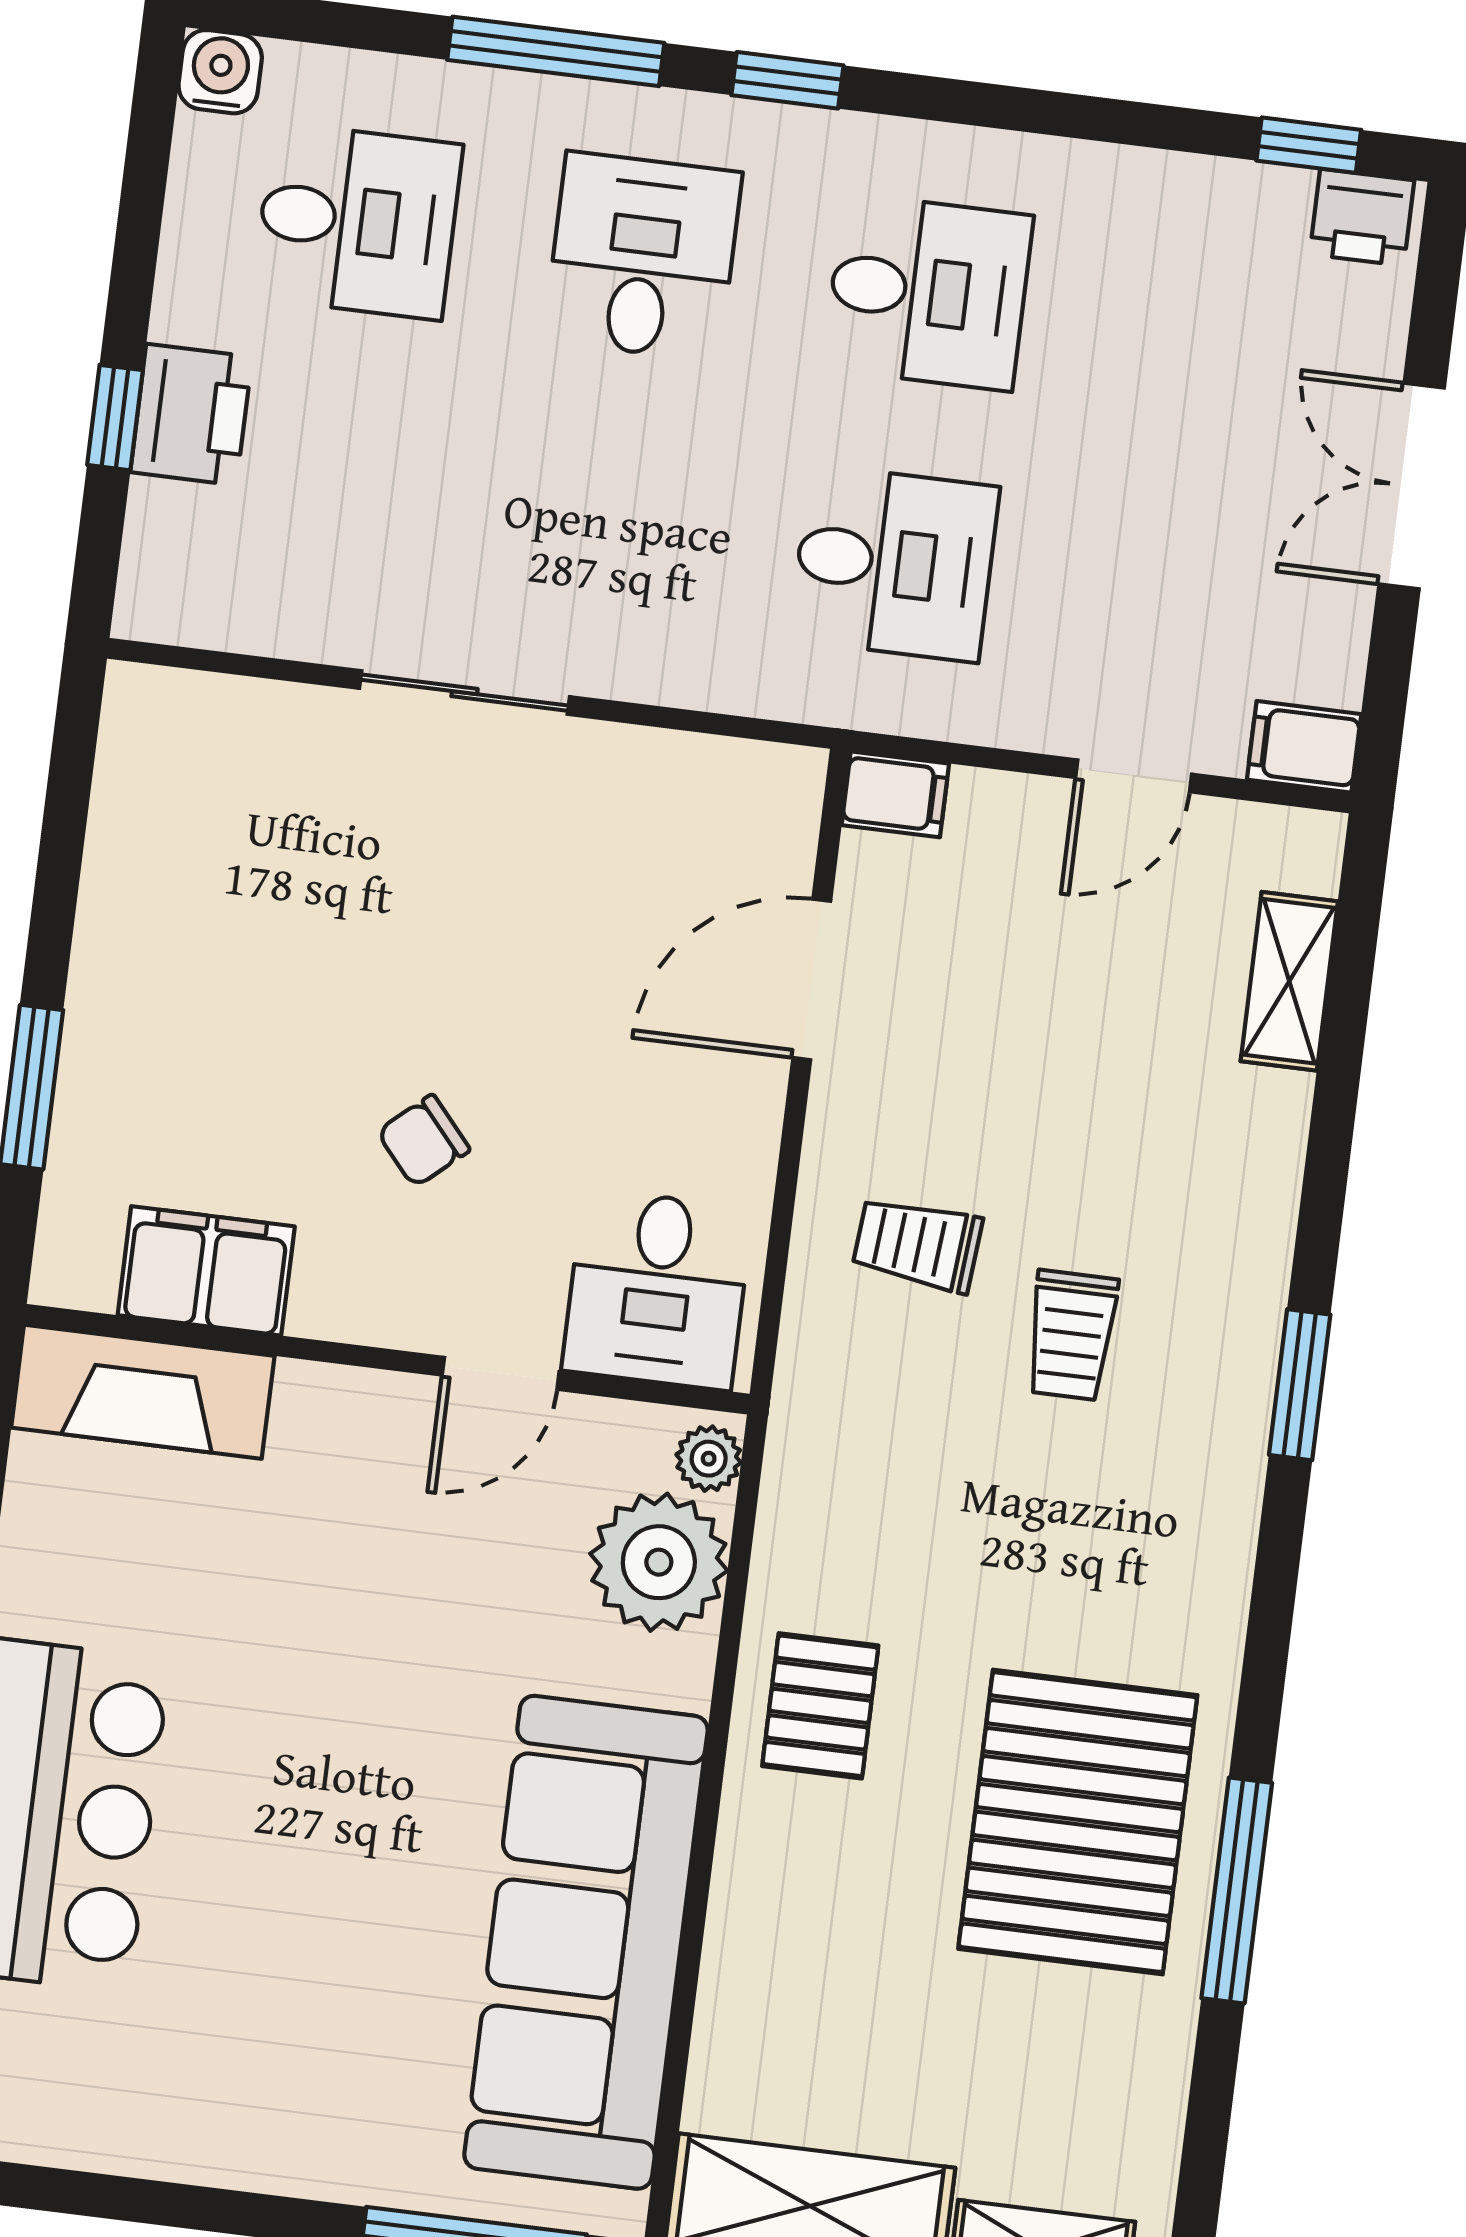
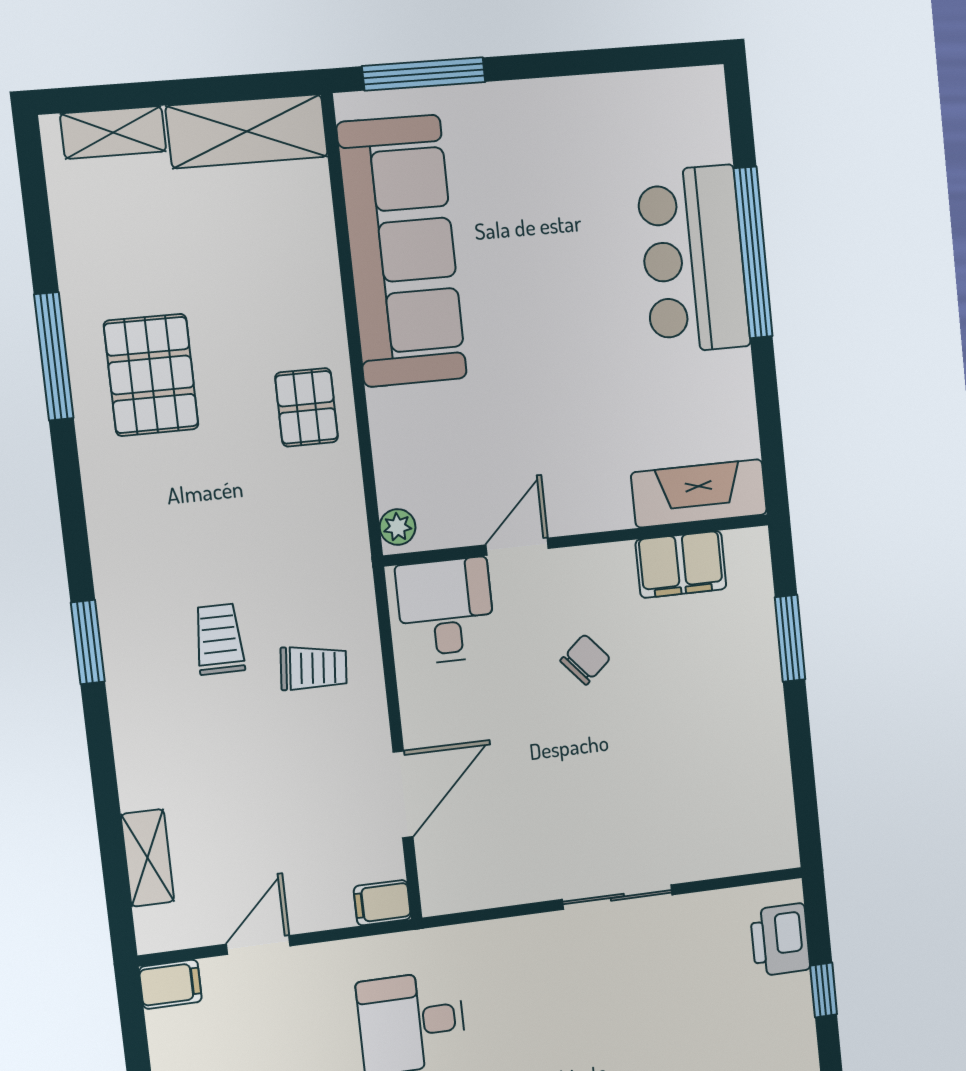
printer: (191, 415) -> (780, 940), moved
plant: (659, 1562) -> (411, 465), removed
pallet: (1078, 1822) -> (151, 375), width x0.73, depth x0.71

